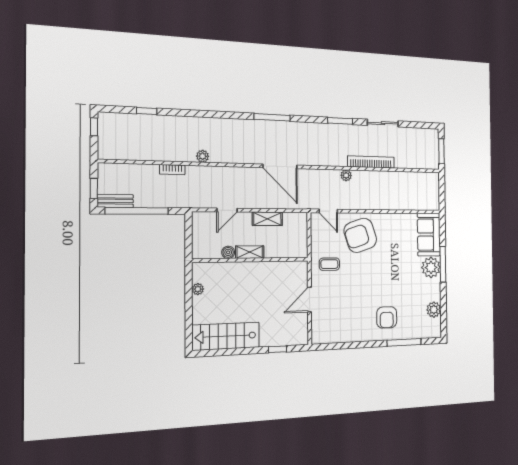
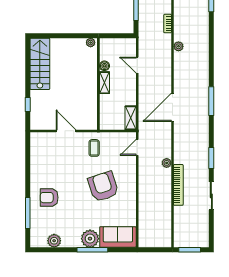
shelving: (267, 219) -> (131, 118), moved
armchair: (360, 235) -> (103, 187), moved
plant: (198, 289) -> (91, 43), moved

